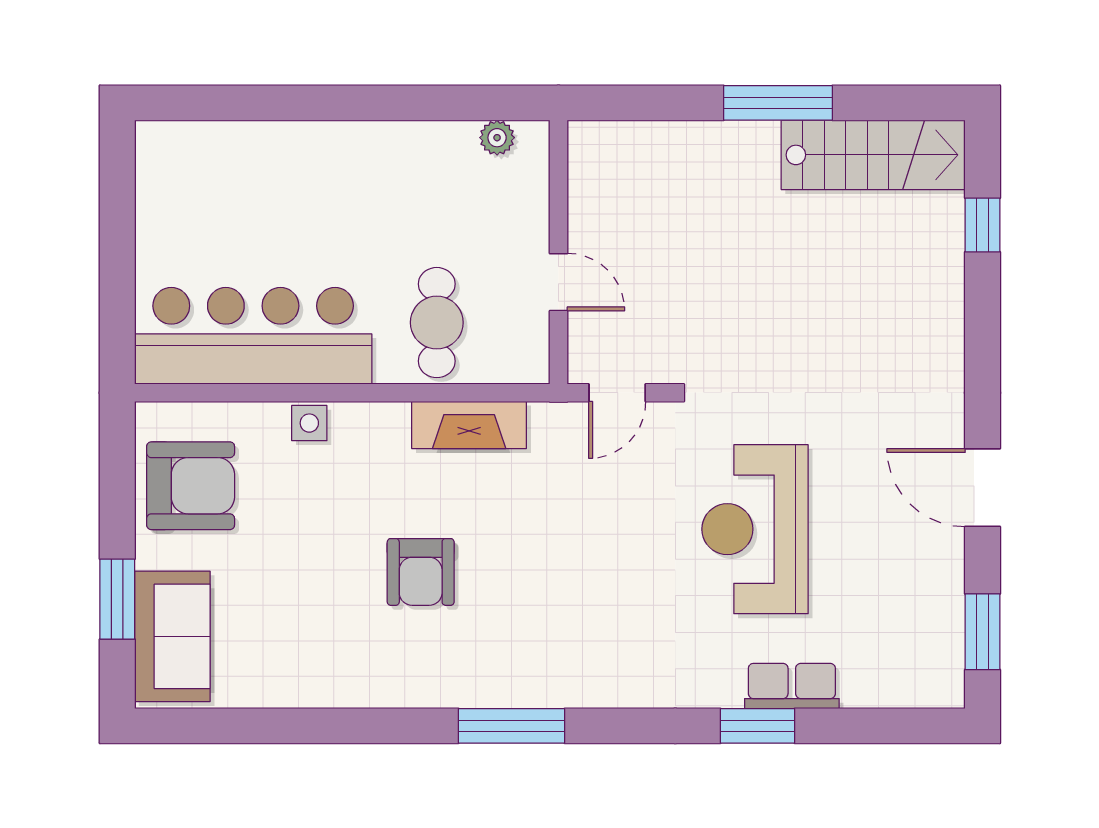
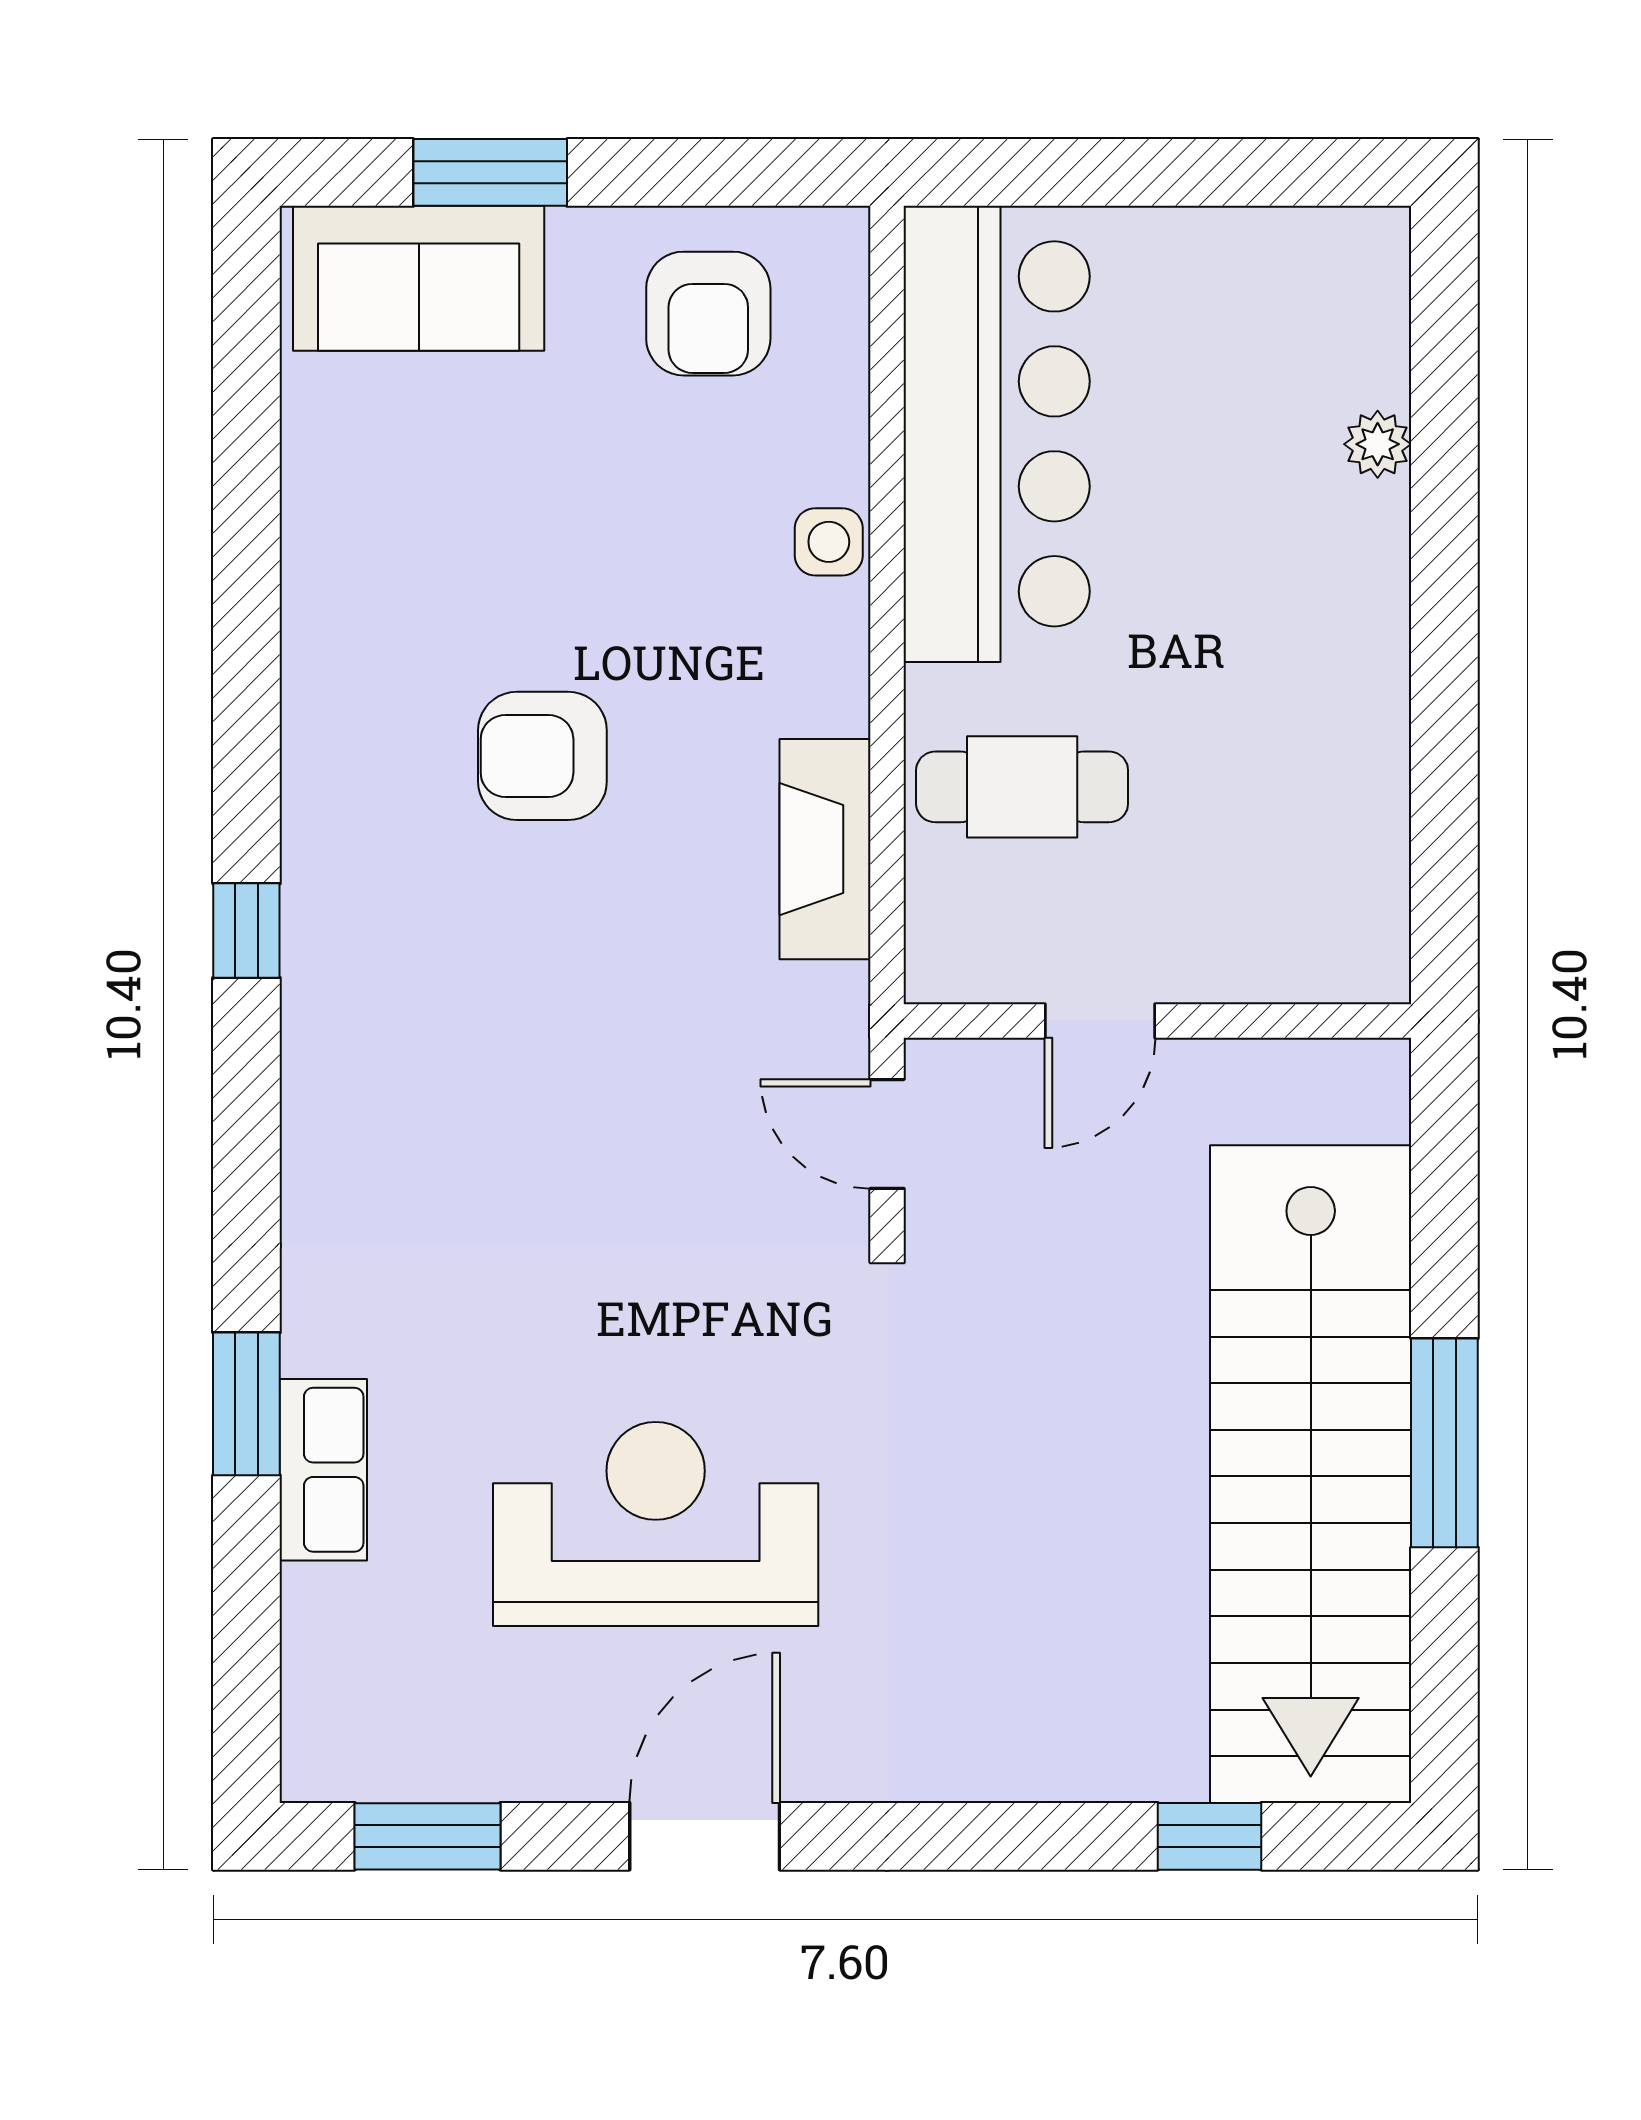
plant: (497, 138) -> (1378, 444), moved
stairs: (873, 155) -> (1311, 1474), width x1.86, depth x1.51
armchair: (191, 486) -> (708, 314), width x0.73, depth x0.73
reception desk: (755, 529) -> (656, 1524), moved
window: (511, 726) -> (246, 931), width x0.46

